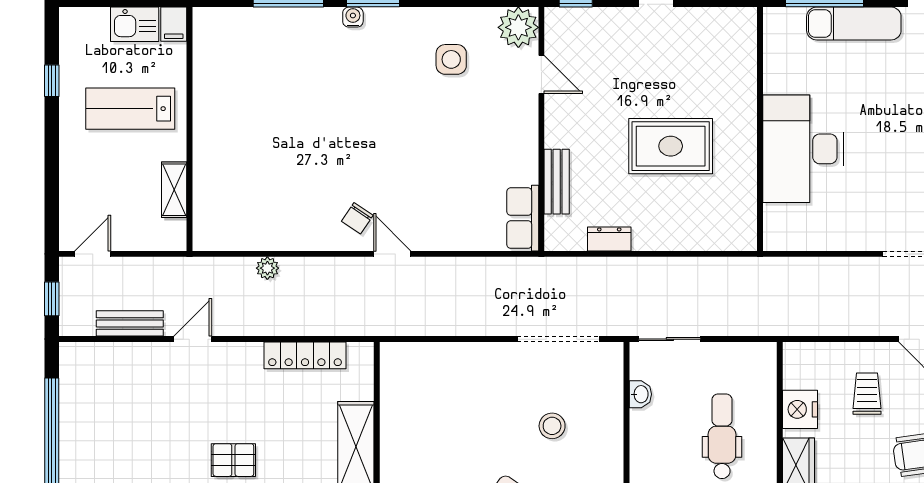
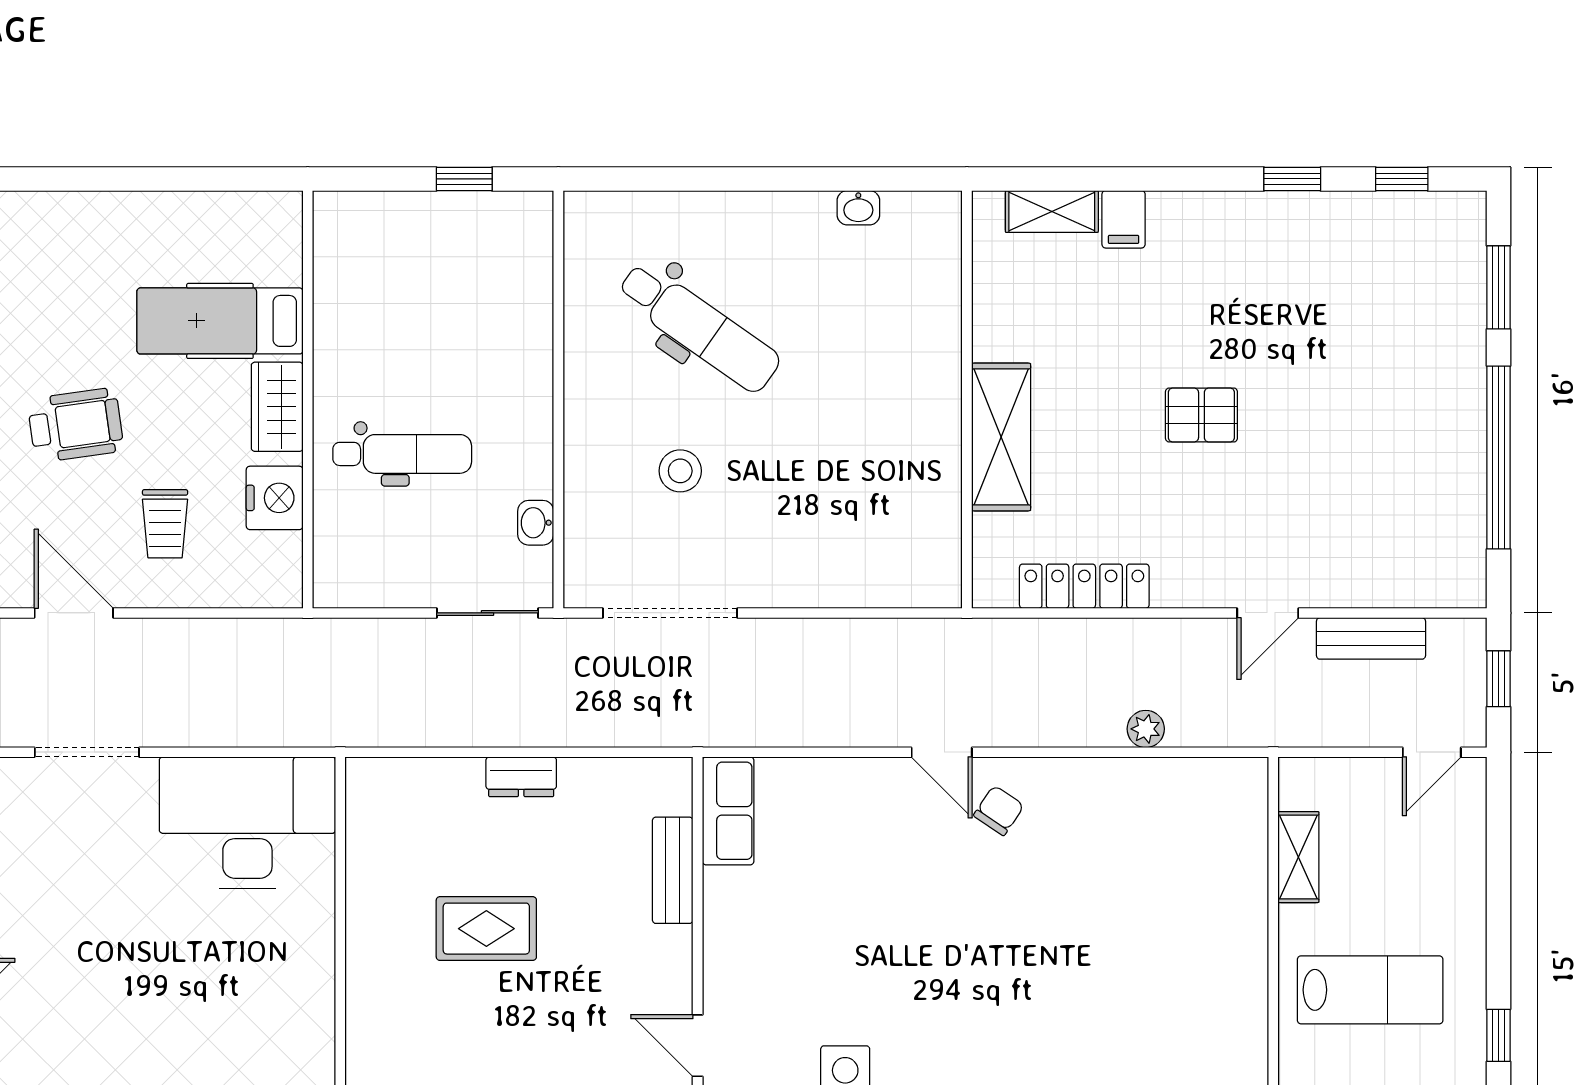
rug: (671, 146) -> (486, 929), width x0.73, depth x0.70
desk: (803, 149) -> (247, 823), moved, turned -90
dresser: (609, 239) -> (521, 777), moved
dental chair: (722, 436) -> (402, 454), turned -90

